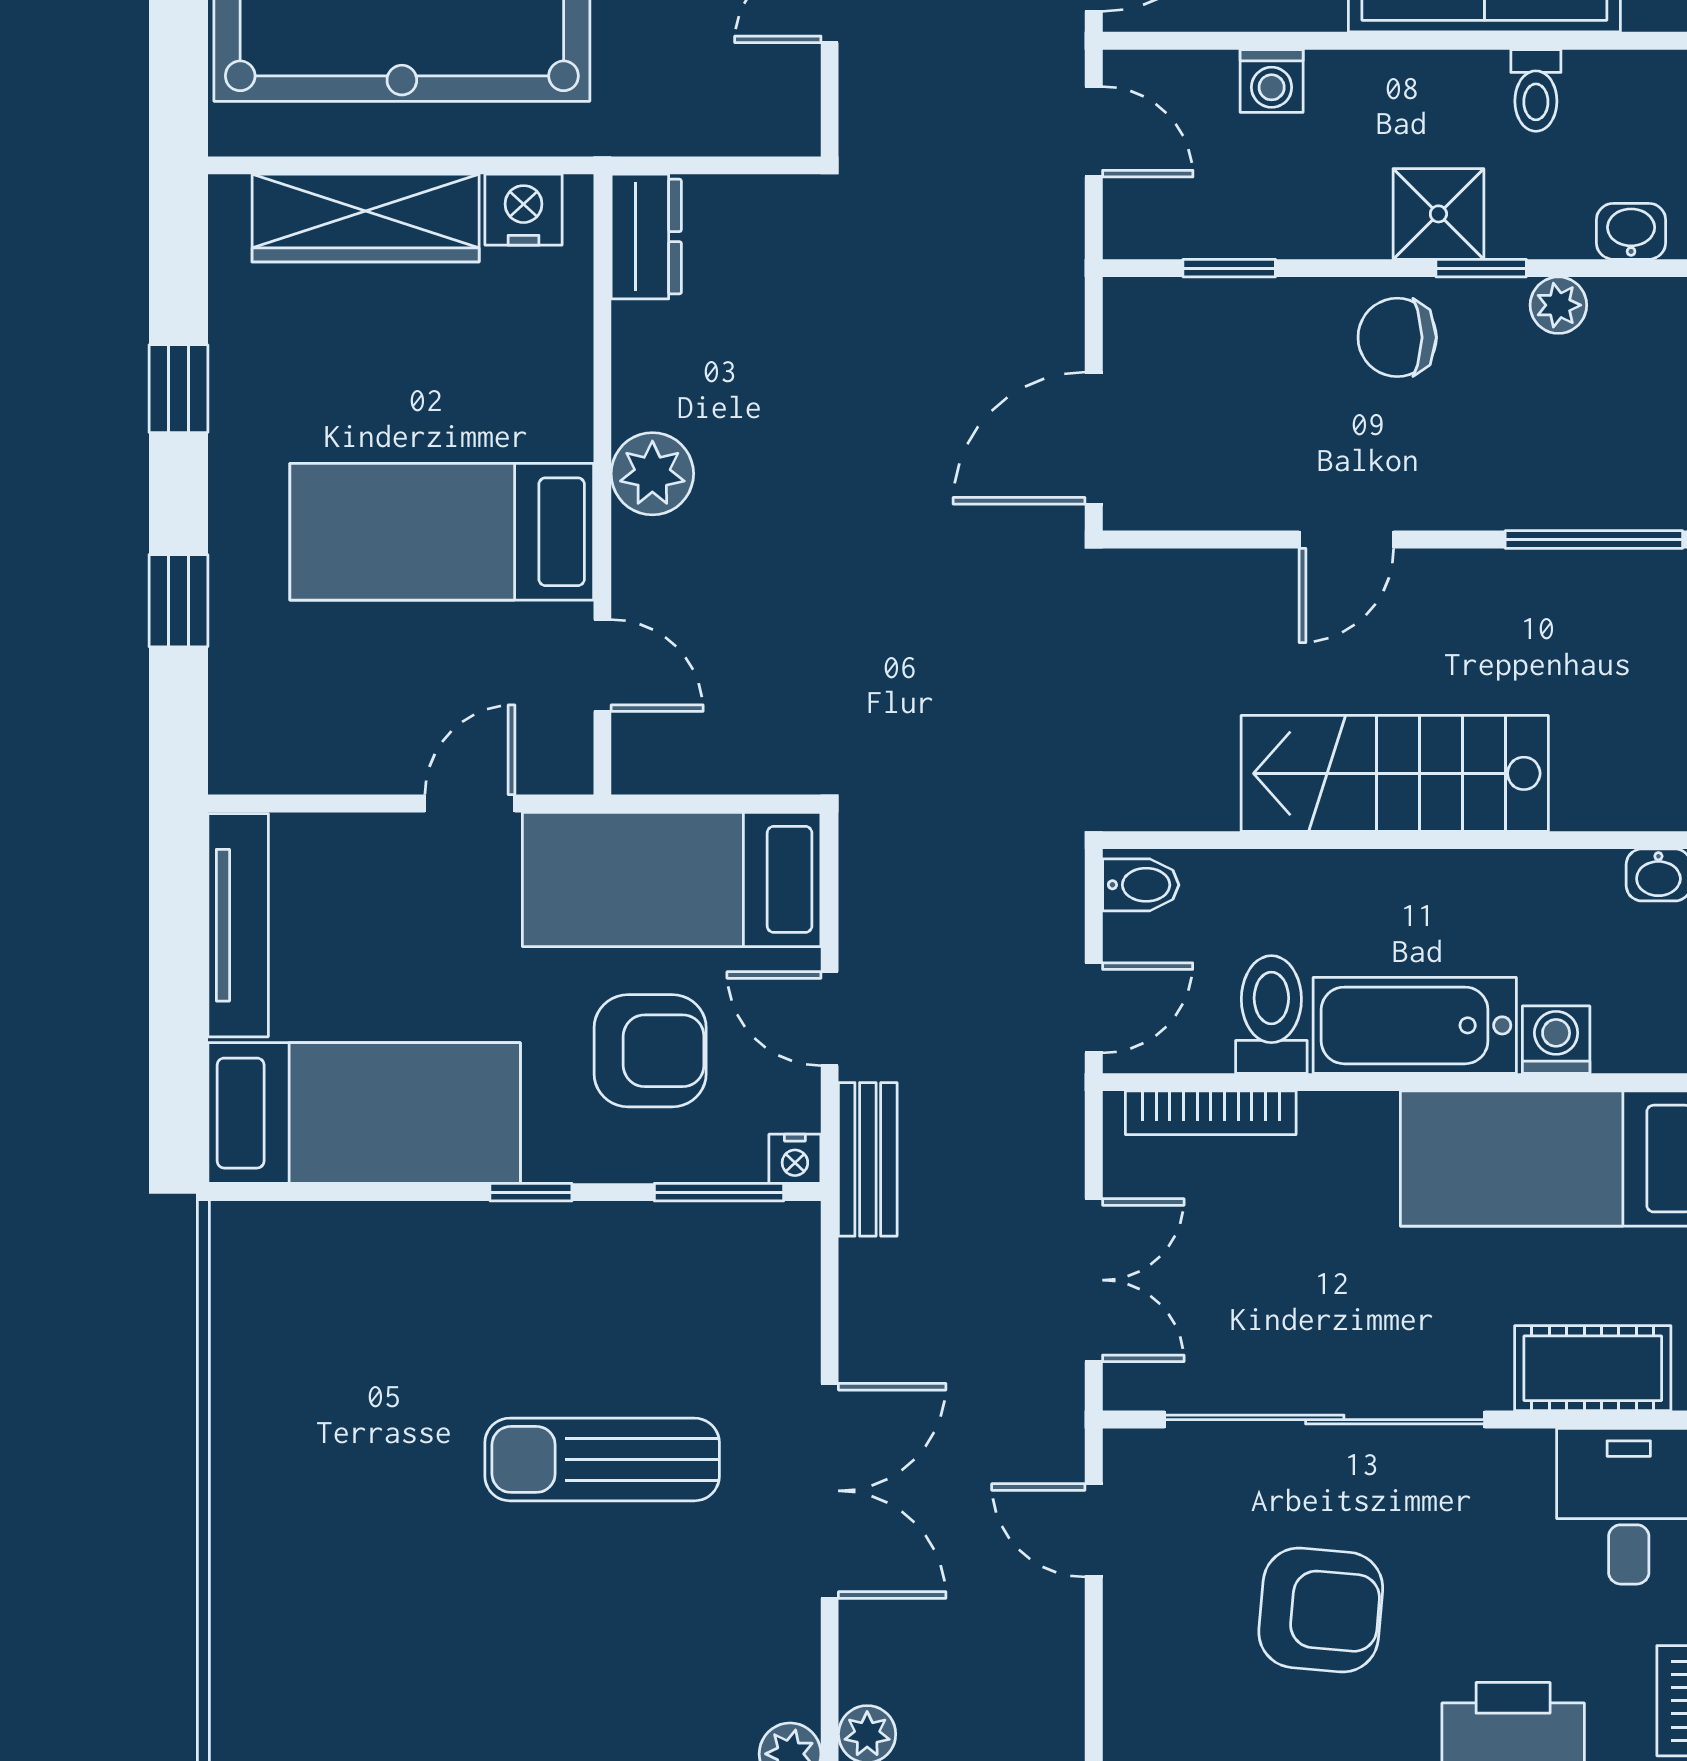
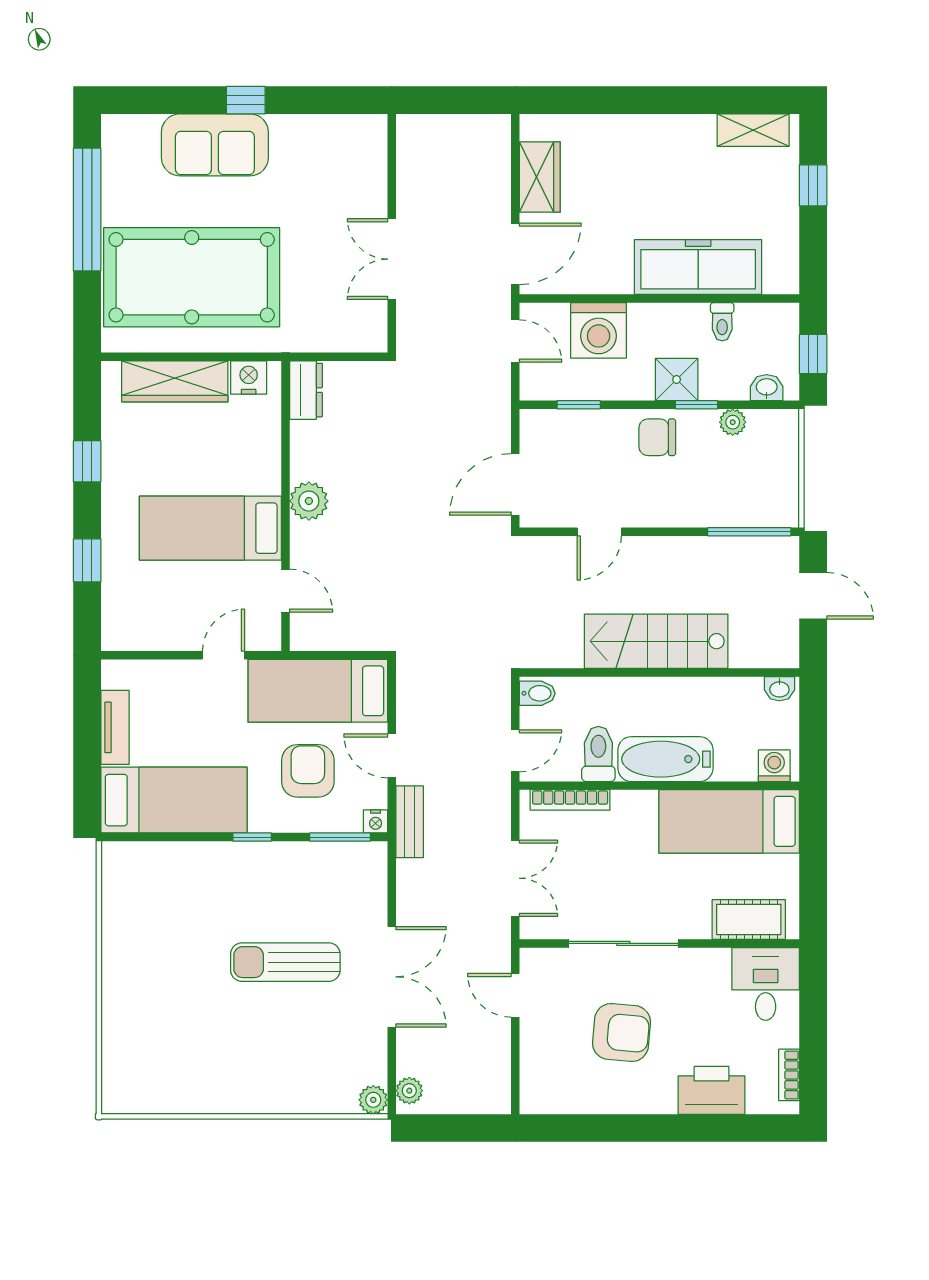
washing machine: (1272, 81) -> (599, 330), width x1.89, depth x1.89
door: (1346, 539) -> (599, 532), moved
tv unit: (238, 925) -> (115, 727), width x0.71
washing machine: (1556, 1040) -> (774, 766), moved
armchair: (650, 1051) -> (308, 771), turned -90
sliding door: (1325, 1420) -> (623, 943), width x0.73

